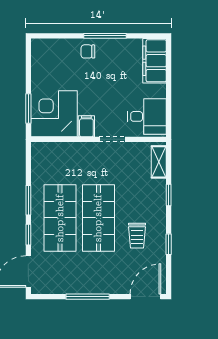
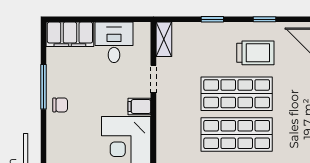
chair: (88, 51) -> (60, 105), turned -90
desk: (147, 116) -> (114, 42), moved
shelving: (159, 162) -> (164, 39), moved, turned 90
trolley: (137, 236) -> (255, 53), width x1.36, depth x1.39

